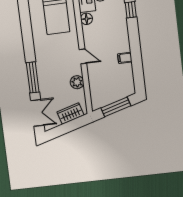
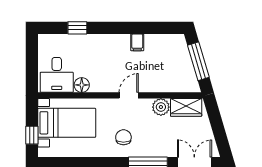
chair: (50, 56) -> (123, 137), added
wardrobe: (70, 114) -> (186, 107), moved, turned -74

